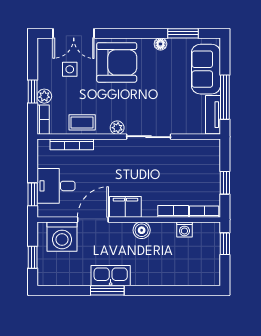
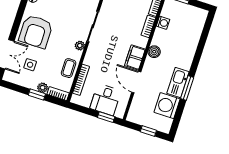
armchair: (117, 62) -> (36, 32), turned 180
washing machine: (62, 237) -> (167, 106), moved, turned 180

